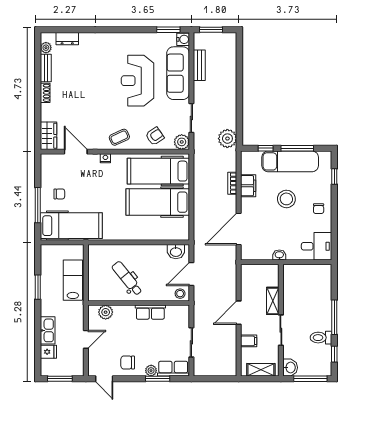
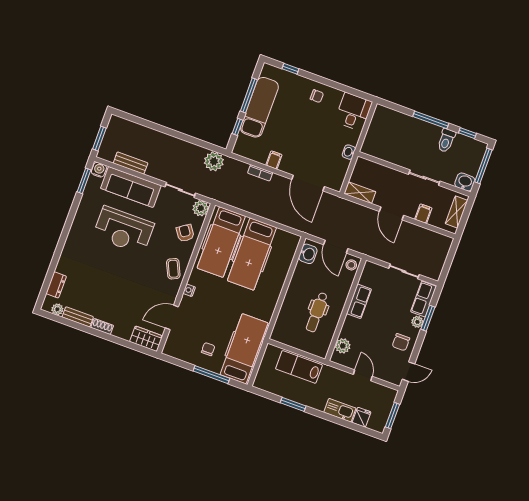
filing cabinet: (248, 186) -> (274, 160), width x0.50
stool: (286, 199) -> (295, 125), removed
dental chair: (127, 278) -> (317, 312), turned -51
shelving: (273, 301) -> (360, 193), moved

